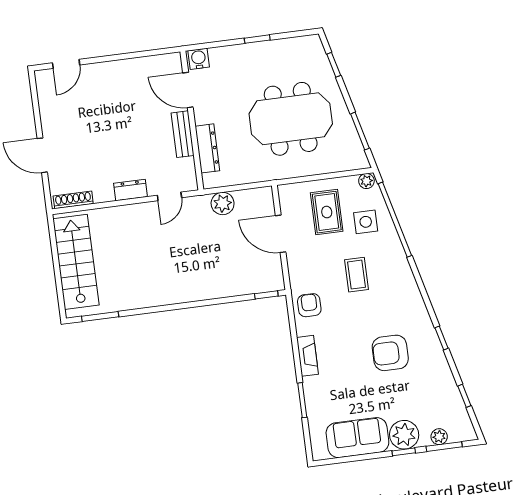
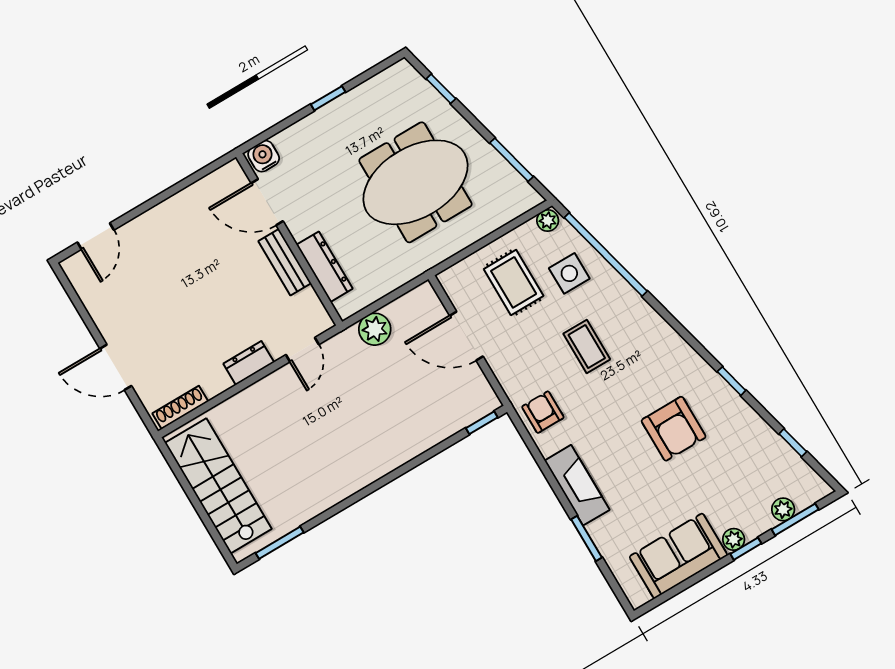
armchair: (390, 353) -> (674, 429), turned -90
fireplace: (307, 356) -> (577, 485), width x1.37, depth x1.32
plant: (404, 435) -> (734, 539), width x0.53, depth x0.53

